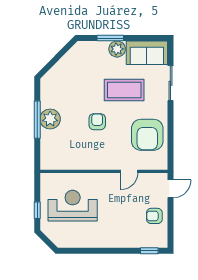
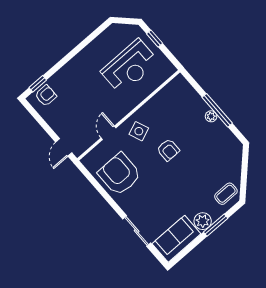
coffee table: (124, 90) -> (226, 194), moved, width x0.54, depth x0.58
plant: (50, 119) -> (211, 116), width x0.53, depth x0.53
side table: (107, 153) -> (139, 131), added
armchair: (154, 216) -> (46, 96), moved

